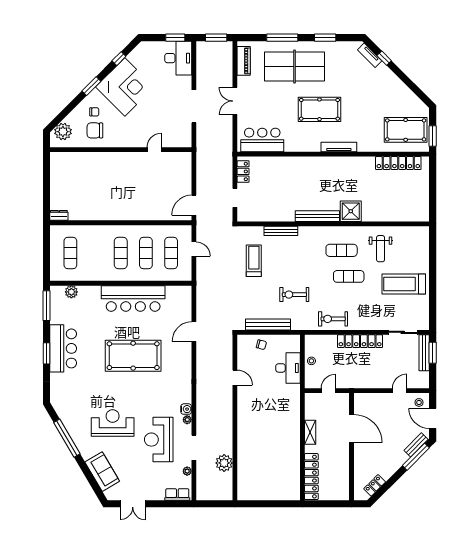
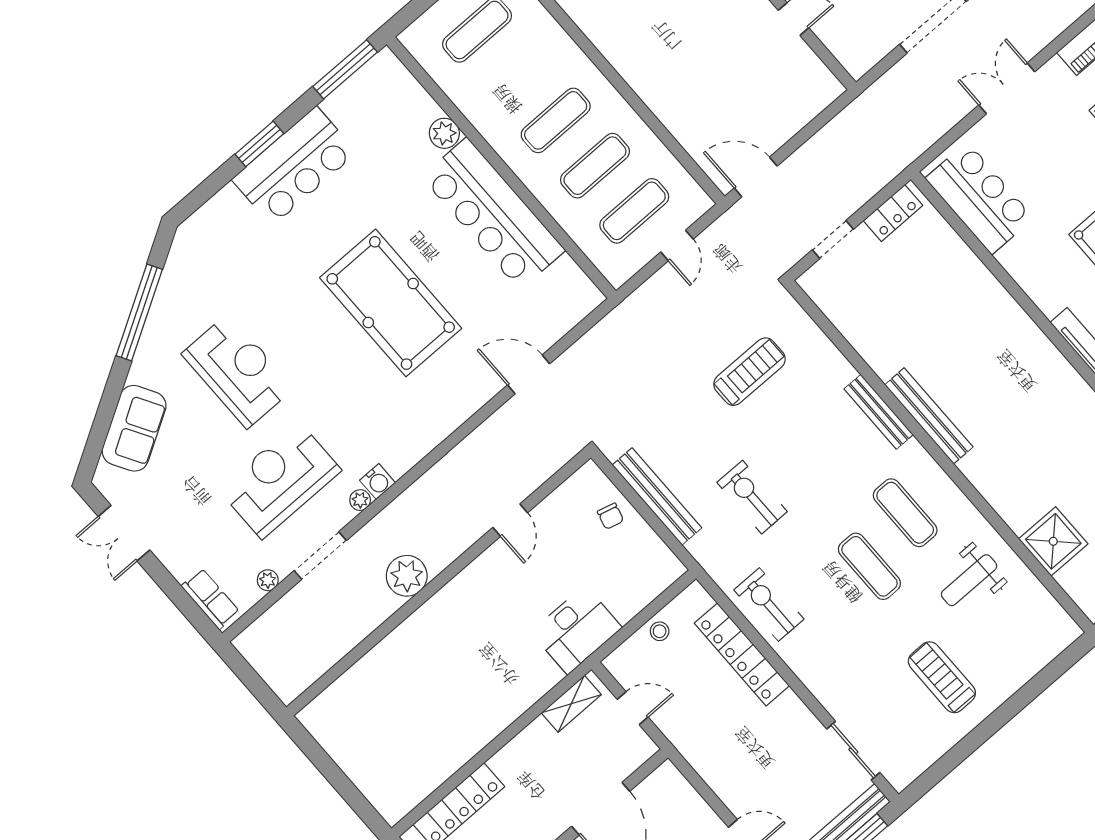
shower: (351, 211) -> (1053, 541), moved
bench: (281, 231) -> (879, 412), moved
treadmill: (404, 284) -> (942, 677), width x0.73, depth x0.73
plant: (71, 292) -> (444, 133), moved
locker: (360, 341) -> (742, 654), moved
desk: (288, 368) -> (576, 630), moved
shelving: (310, 432) -> (571, 704), moved
plant: (224, 463) -> (407, 576), moved

